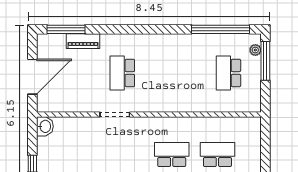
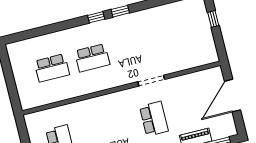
washbasin: (45, 126) -> (210, 55), removed

